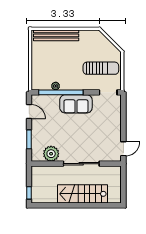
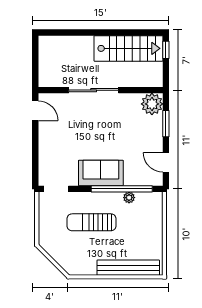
sun lounger: (101, 68) -> (92, 222), moved
door: (123, 149) -> (35, 111), swing flipped
plant: (51, 154) -> (152, 104), moved
stairs: (82, 194) -> (128, 48), moved

